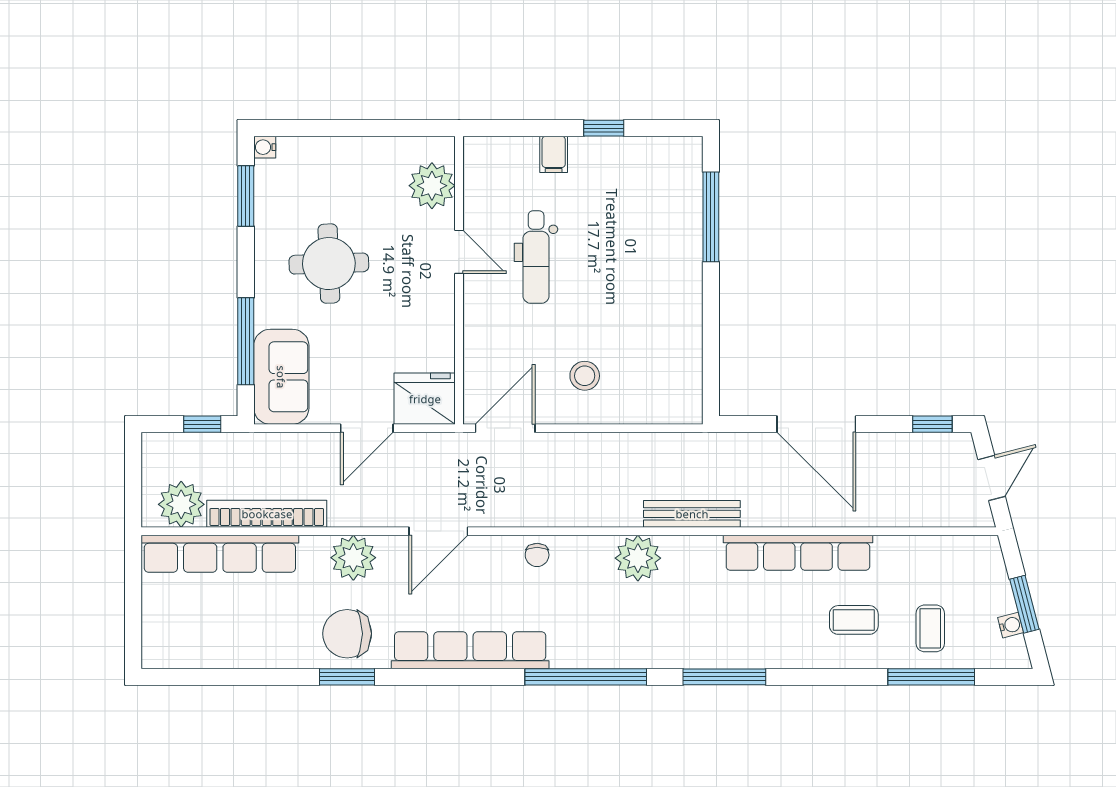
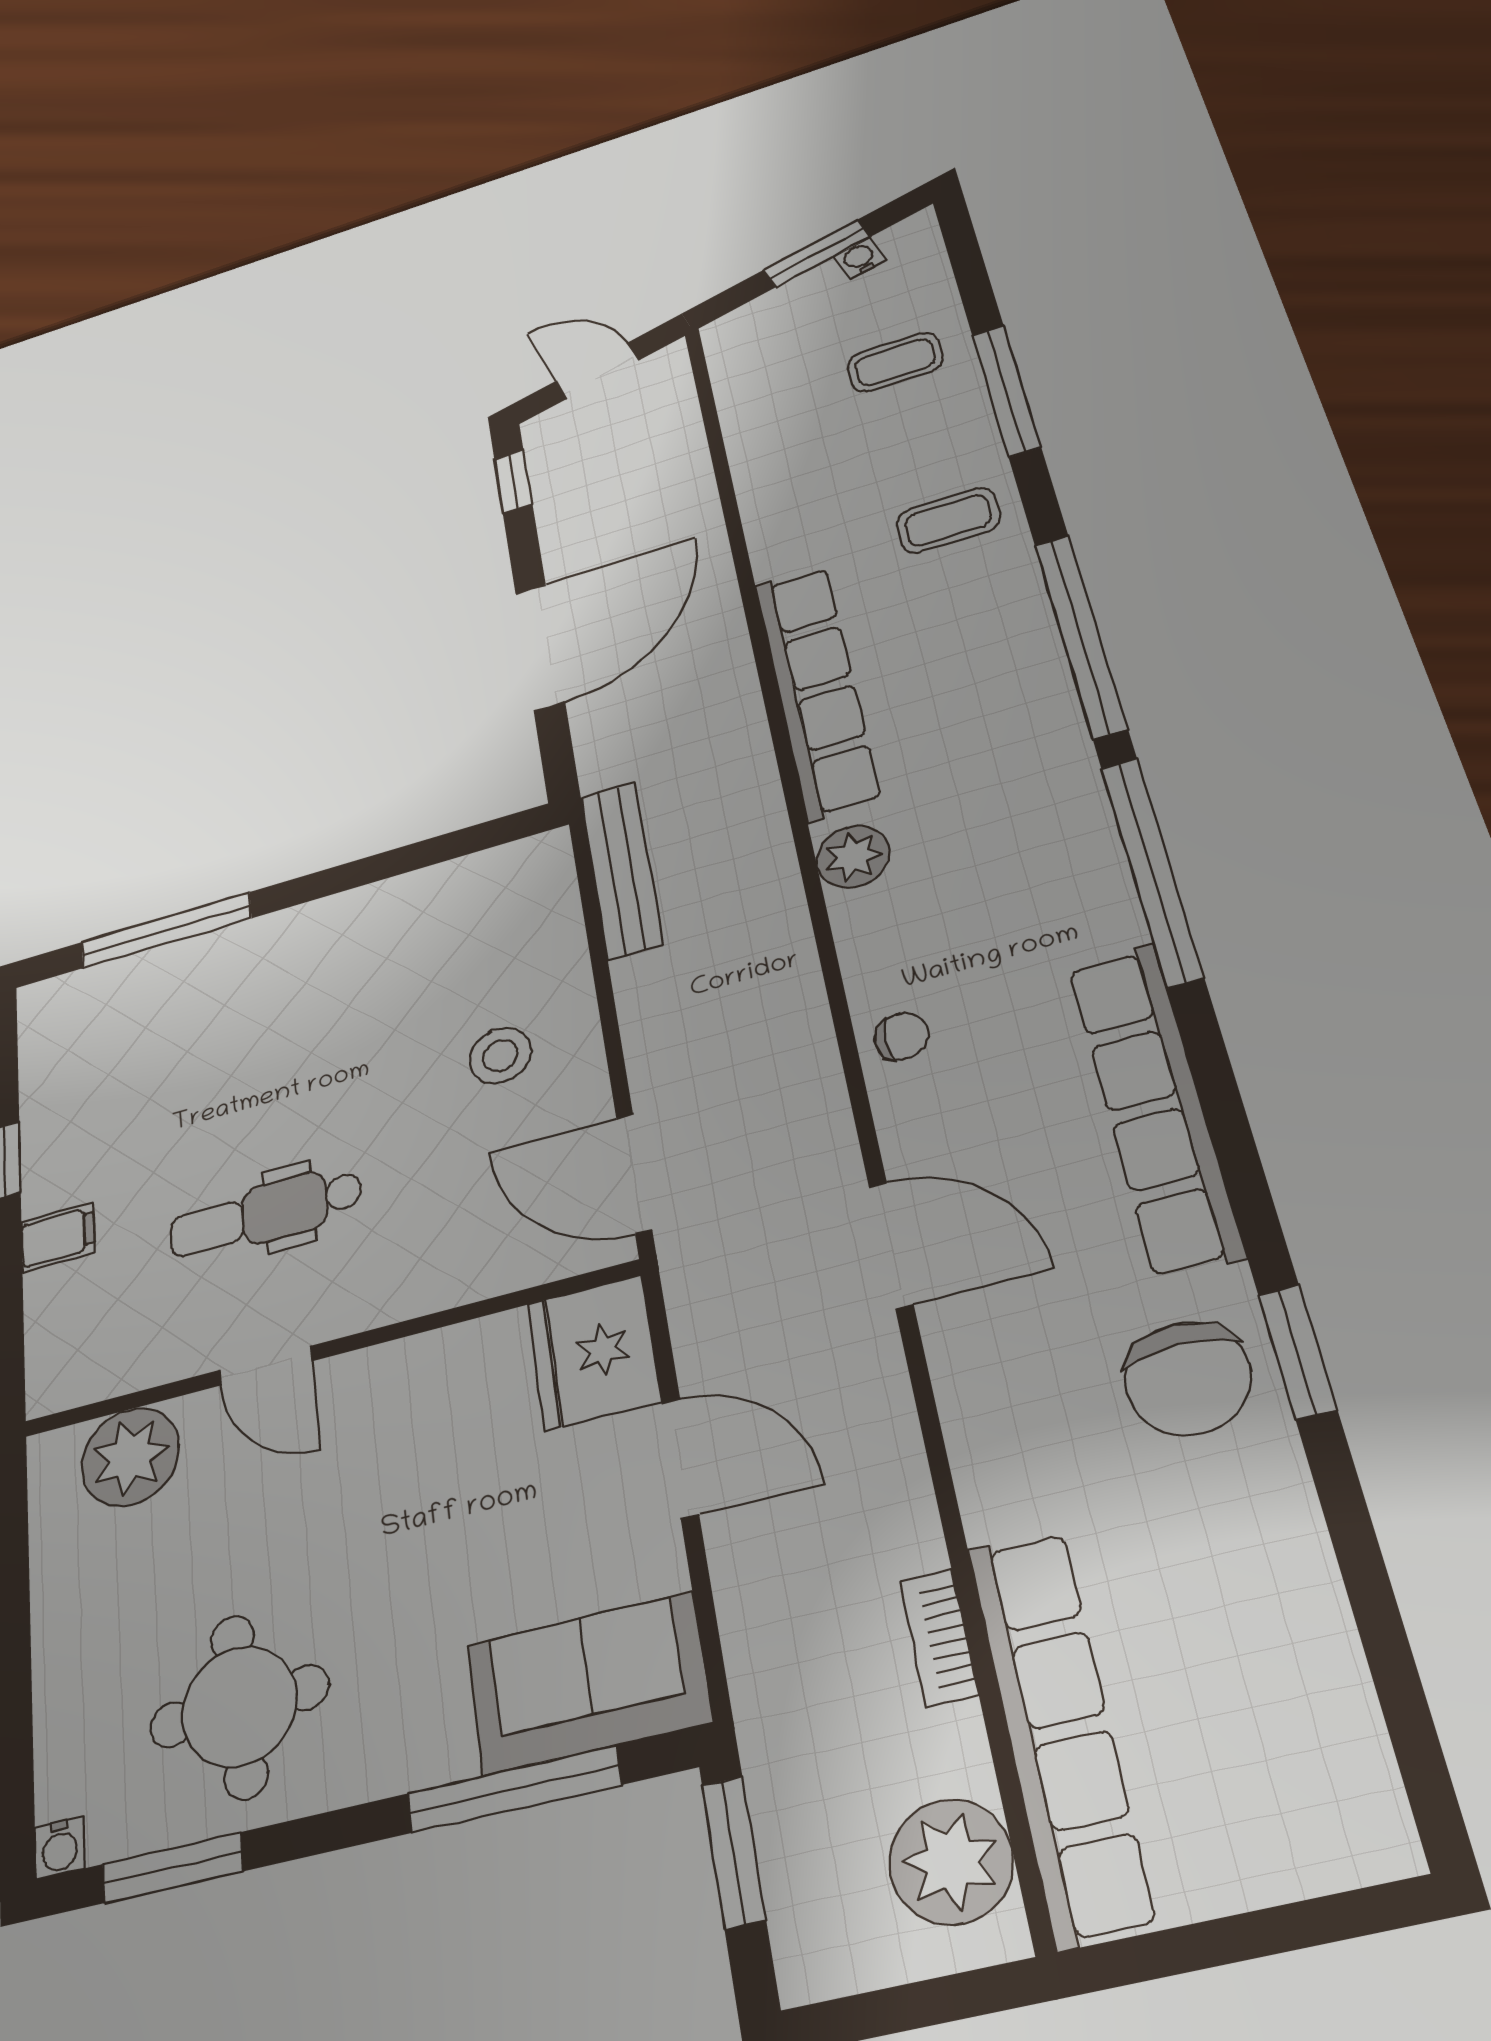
door: (459, 252) -> (266, 1366), swing flipped
dental chair: (536, 257) -> (266, 1213), turned 180
round table: (329, 264) -> (239, 1706), moved
window: (202, 424) -> (734, 1852), width x1.50
bookcase: (267, 514) -> (939, 1637), width x0.43, depth x0.76
bench: (692, 514) -> (621, 870), moved
row of seats: (798, 553) -> (817, 690), moved
plant: (353, 558) -> (996, 1411), removed
plant: (638, 558) -> (853, 857), width x0.73, depth x0.73
coffee table: (854, 620) -> (948, 520), moved, turned 90
window: (724, 677) -> (1080, 635), width x1.46
window: (931, 677) -> (1006, 391), moved

